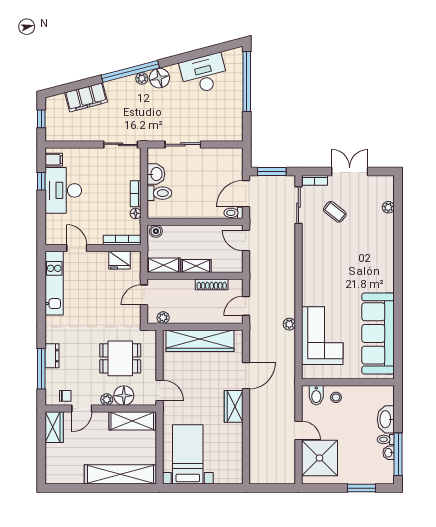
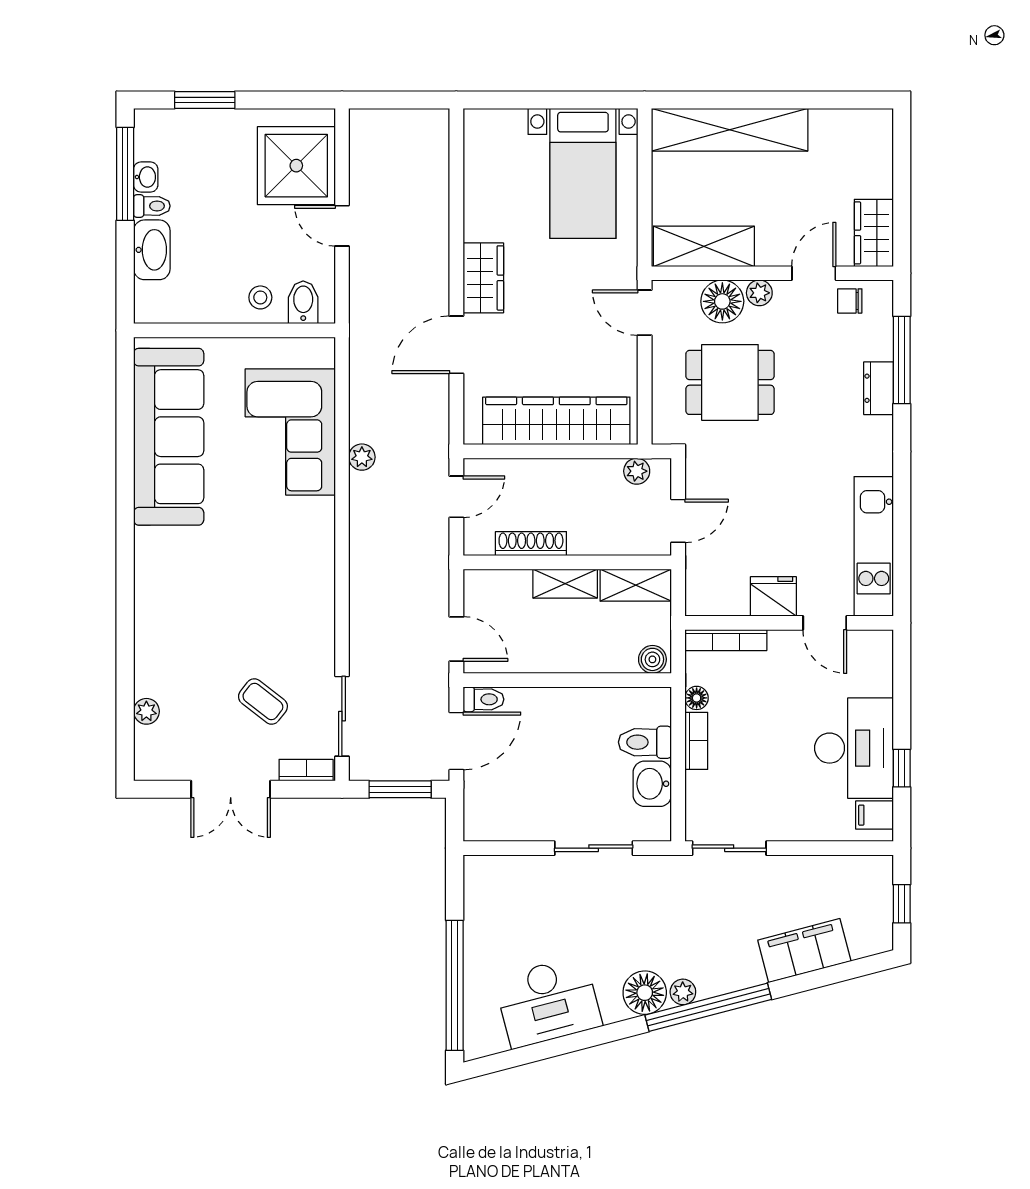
fridge: (119, 260) -> (773, 596), moved

